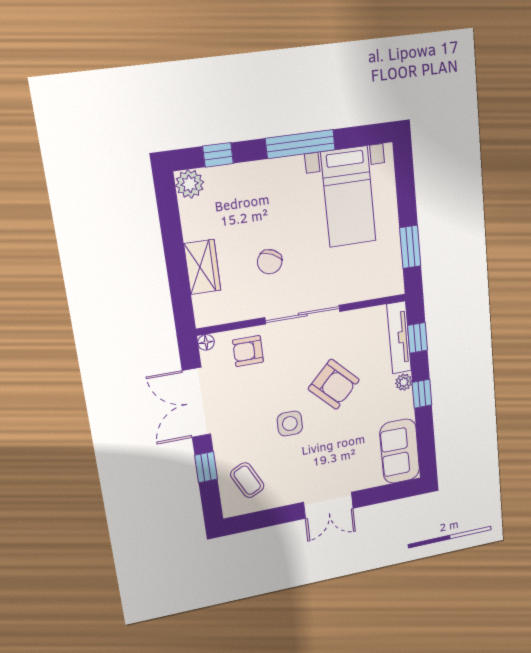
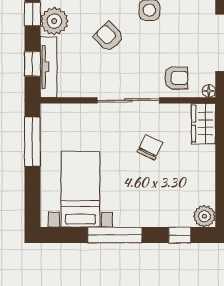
window: (410, 247) -> (32, 142), width x1.44
wardrobe: (202, 267) -> (203, 124), moved
plant: (404, 382) -> (54, 21), width x1.87, depth x1.87
armchair: (334, 384) -> (109, 37), width x0.72, depth x0.72

